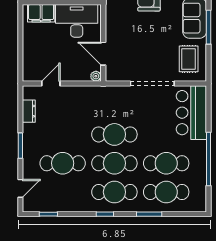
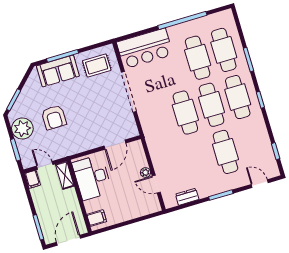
filing cabinet: (41, 13) -> (97, 218), width x0.50
plant: (96, 76) -> (145, 173), moved

